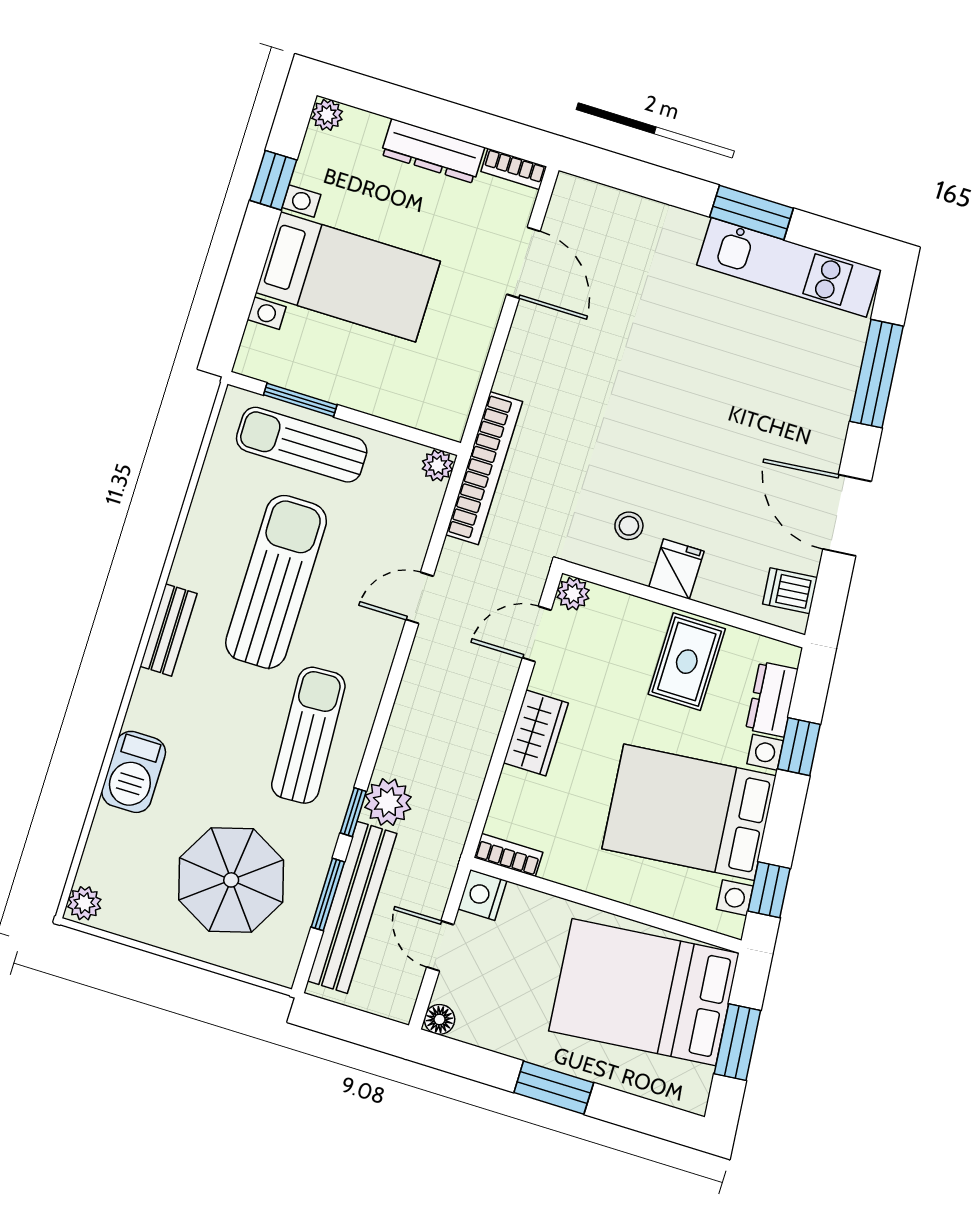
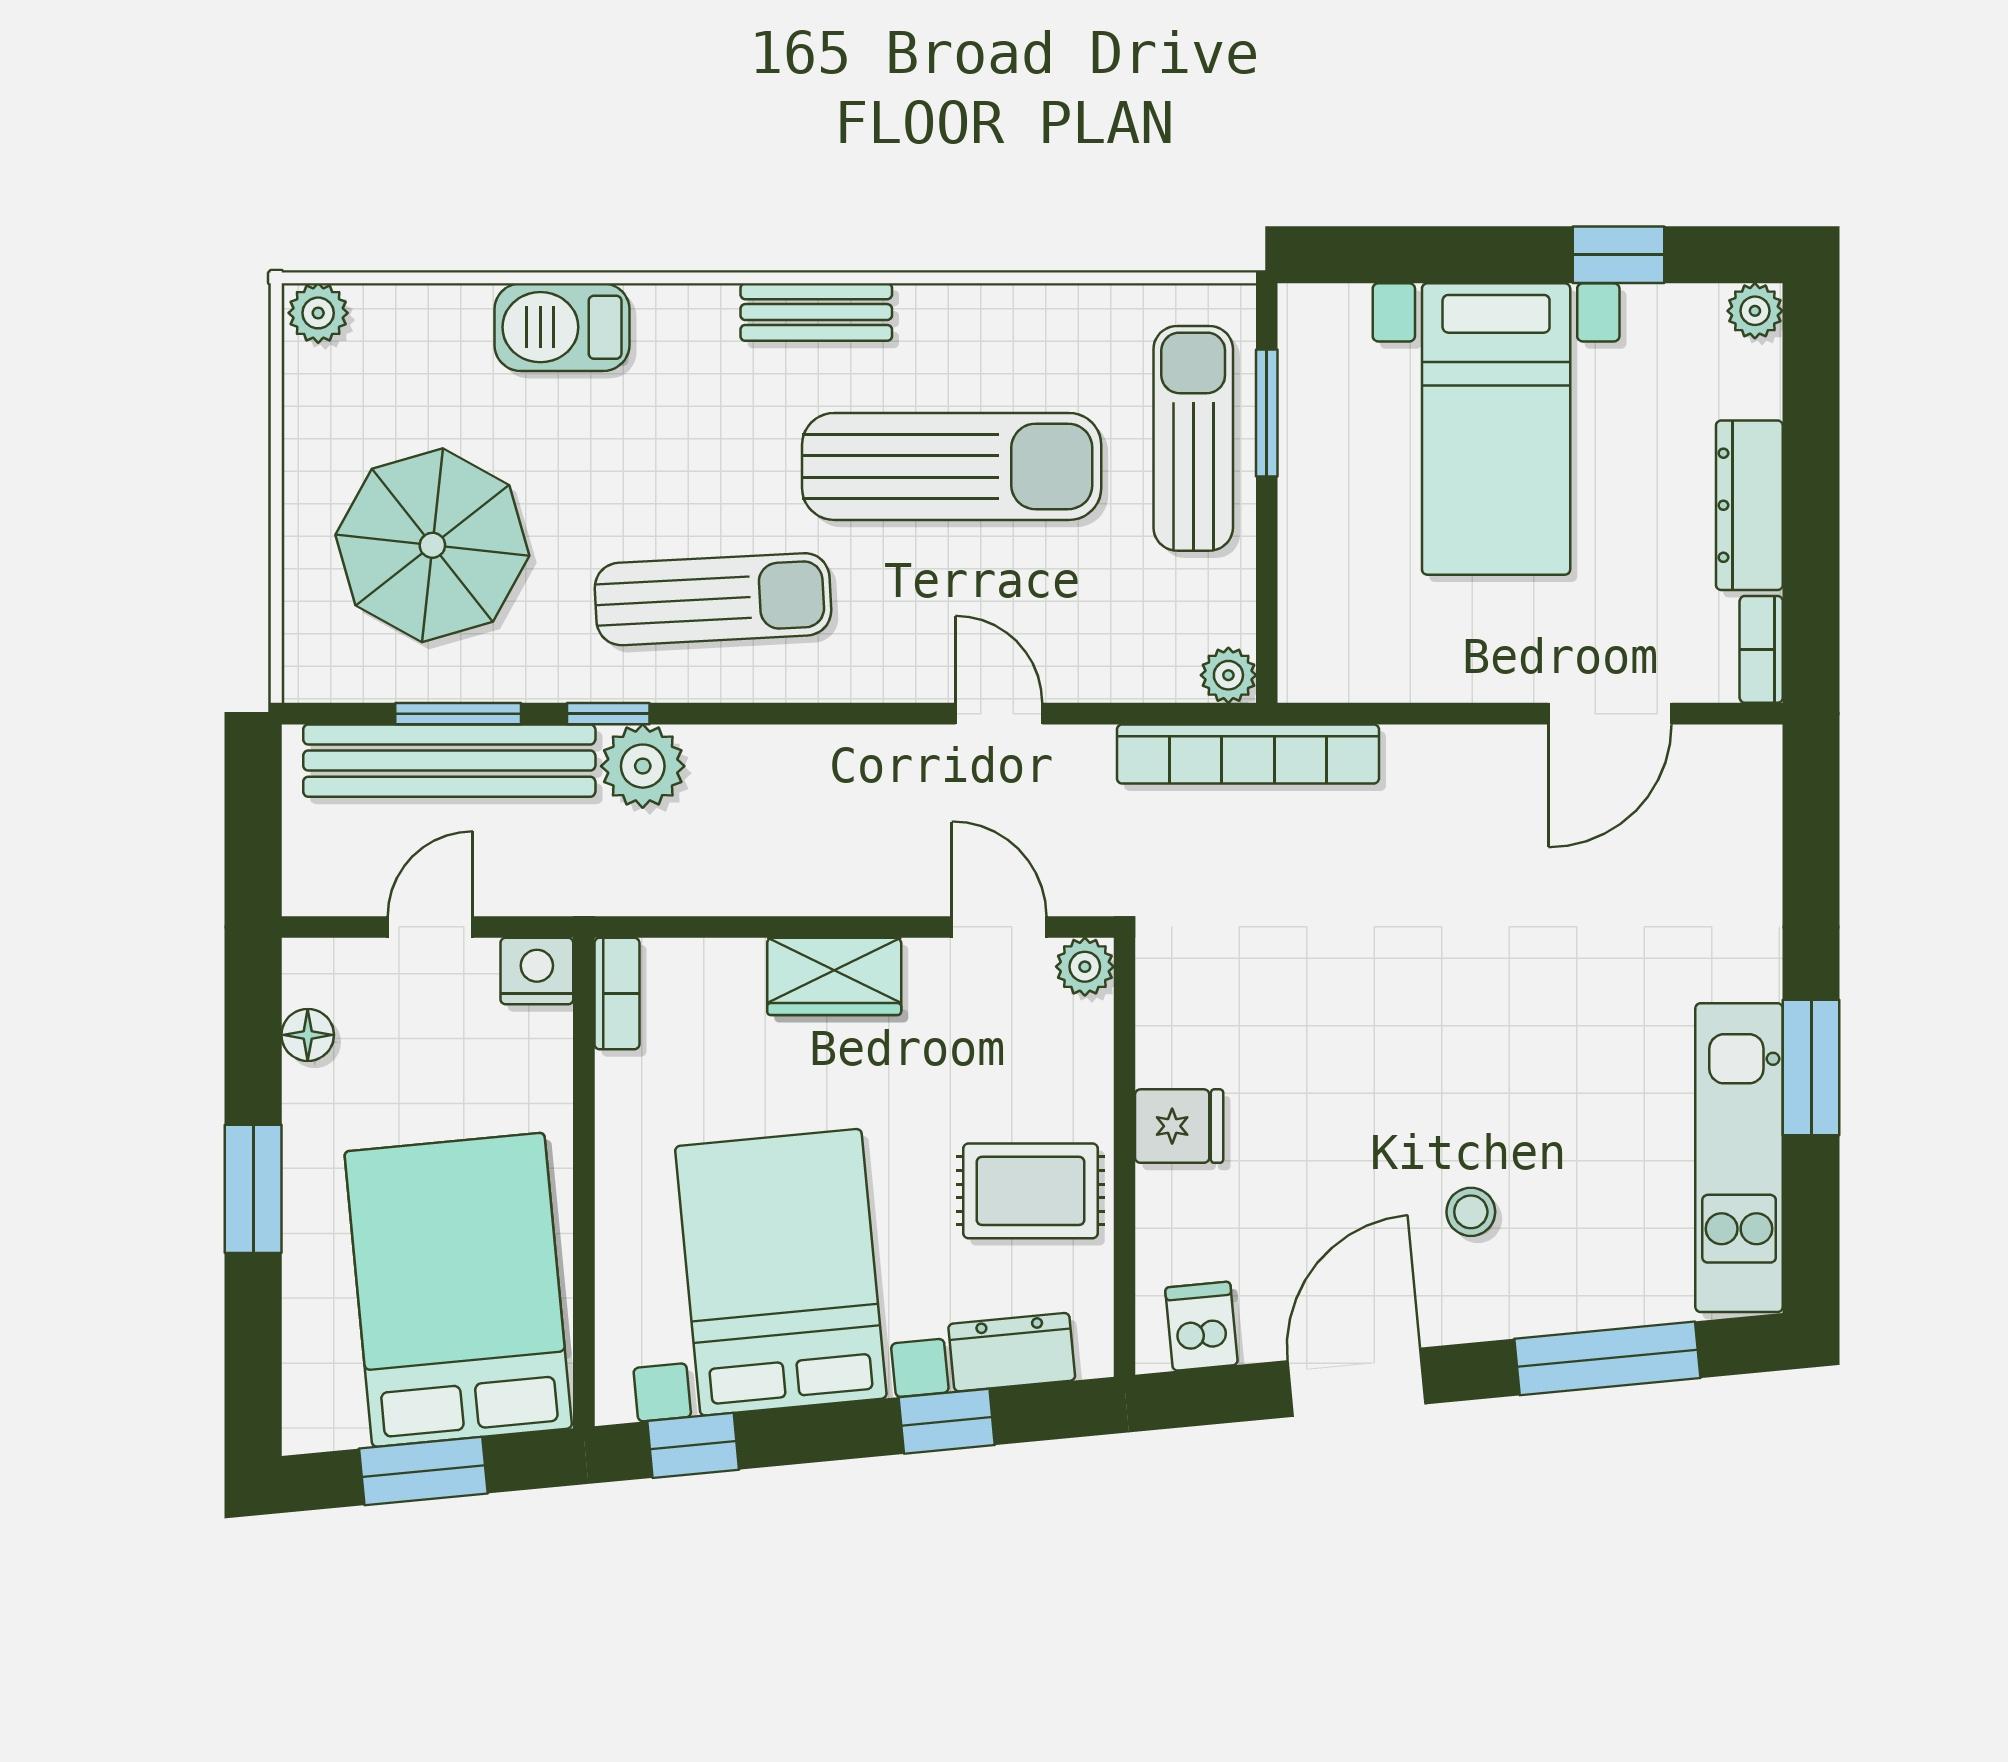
stool: (629, 526) -> (1471, 1212), moved
floor lamp: (440, 1019) -> (308, 1035), moved

